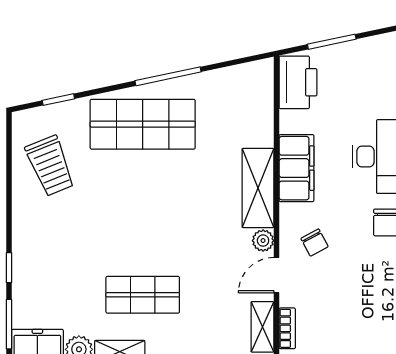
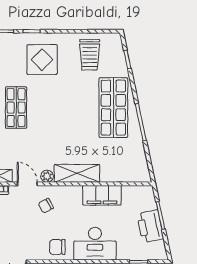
printer: (298, 82) -> (150, 226), moved, turned 78
trolley: (50, 166) -> (90, 55), turned -68
filing cabinet: (296, 168) -> (102, 195), moved
display table: (58, 249) -> (42, 60), added

